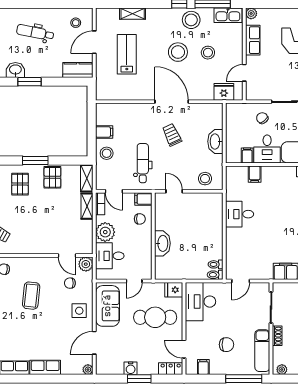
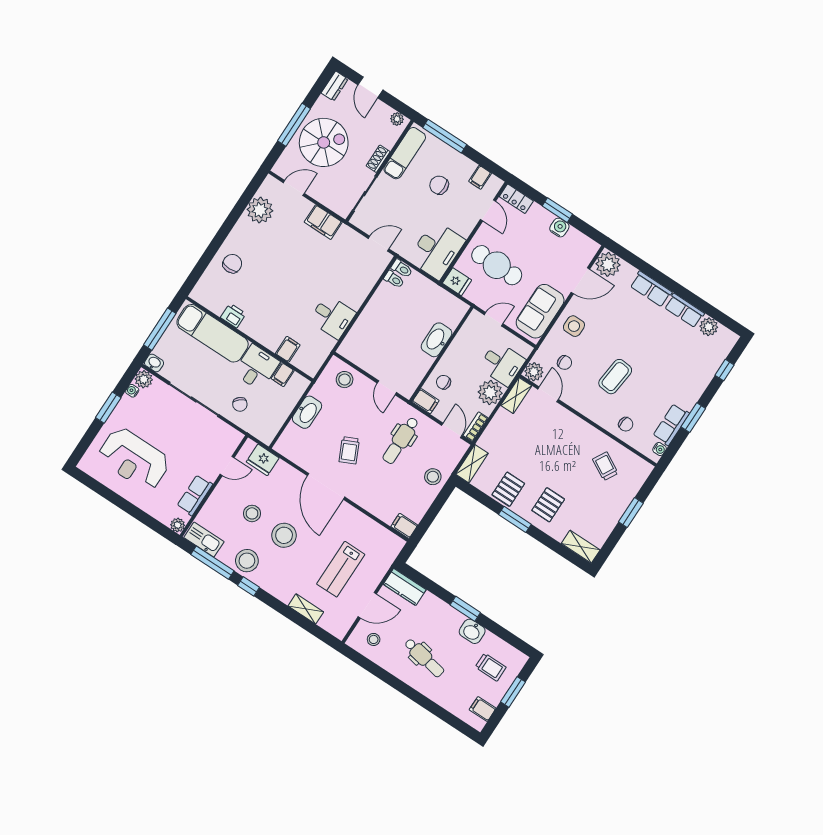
filing cabinet: (104, 132) -> (404, 526), moved
shelving: (87, 206) -> (516, 396), moved
plant: (88, 370) -> (608, 264), width x1.87, depth x1.87

